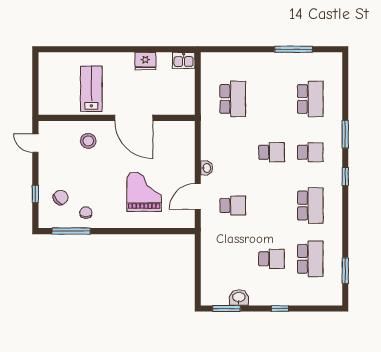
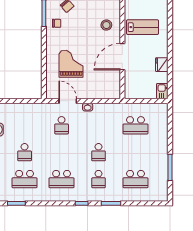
grand piano: (144, 192) -> (71, 64), turned -90

